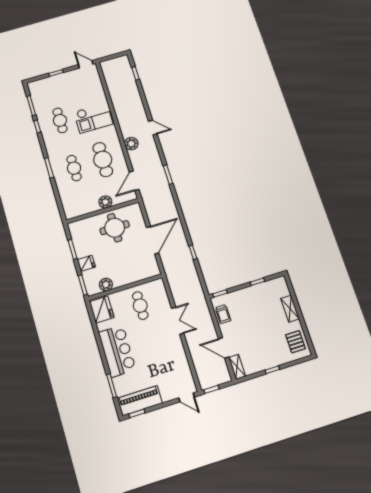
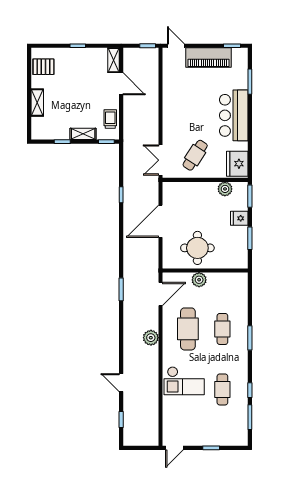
door: (86, 64) -> (174, 448), hinge flipped
checkout: (93, 118) -> (184, 381), turned 180
door: (153, 128) -> (121, 383), moved
shelving: (242, 294) -> (83, 134), added
cafe table: (140, 306) -> (195, 155), turned 33
double door: (178, 321) -> (160, 160), moved
pallet: (296, 342) -> (43, 67), turned 90
piano: (140, 401) -> (209, 58), moved

